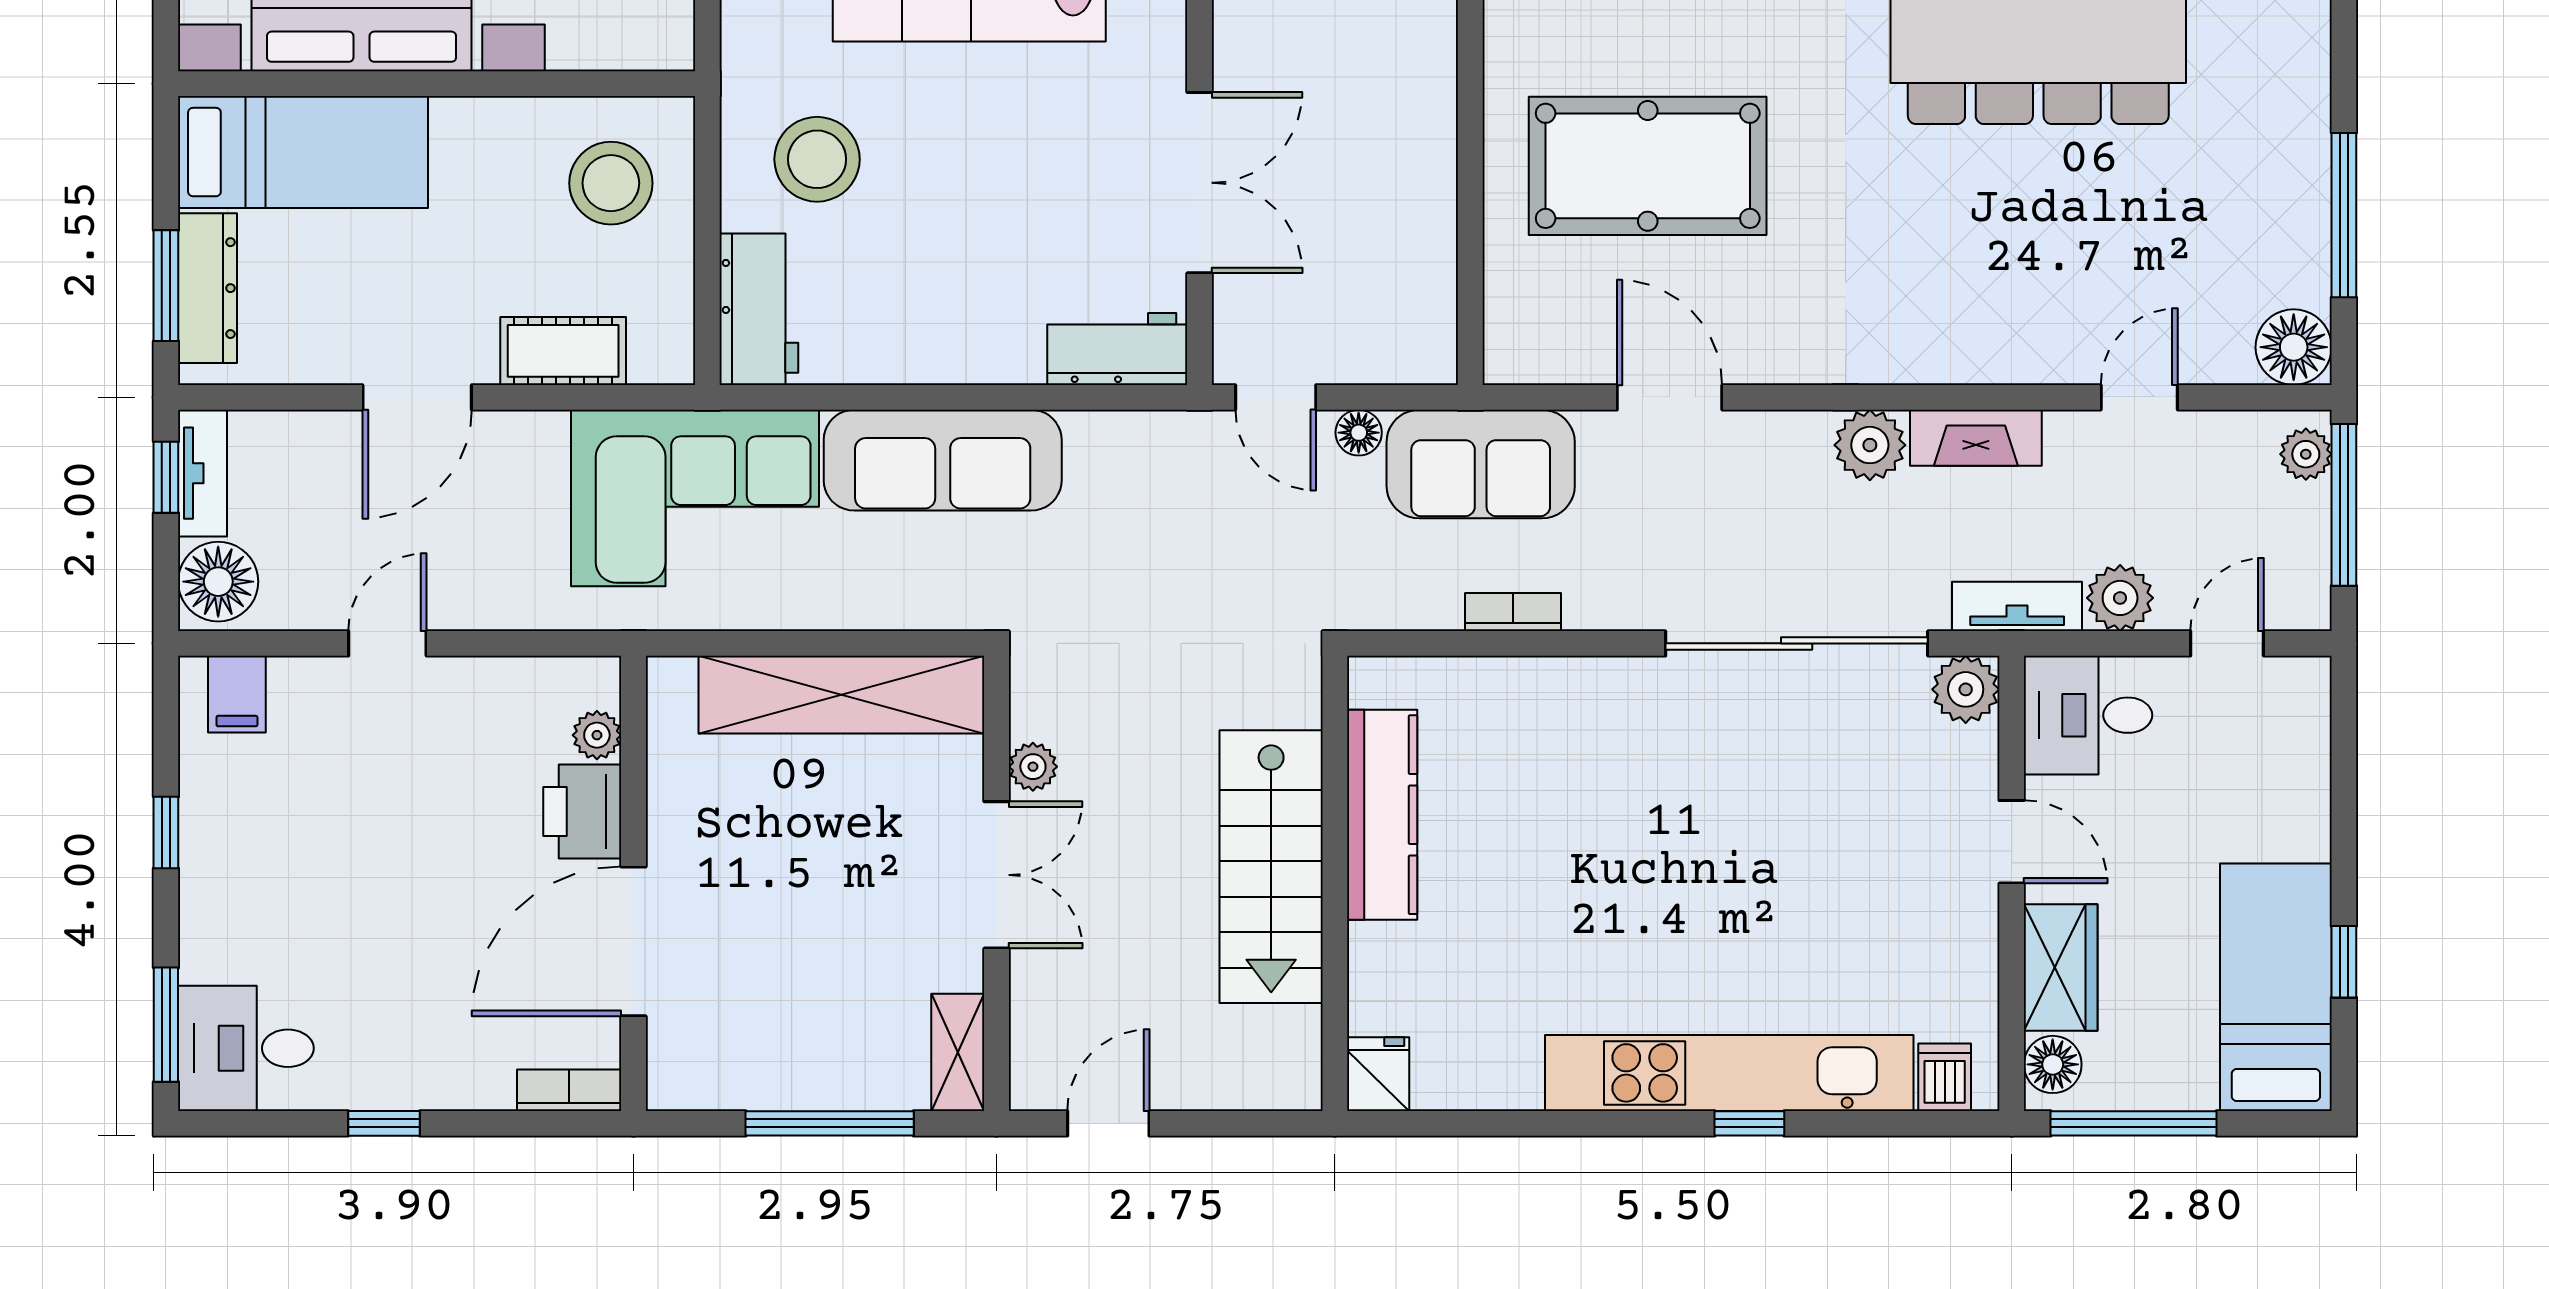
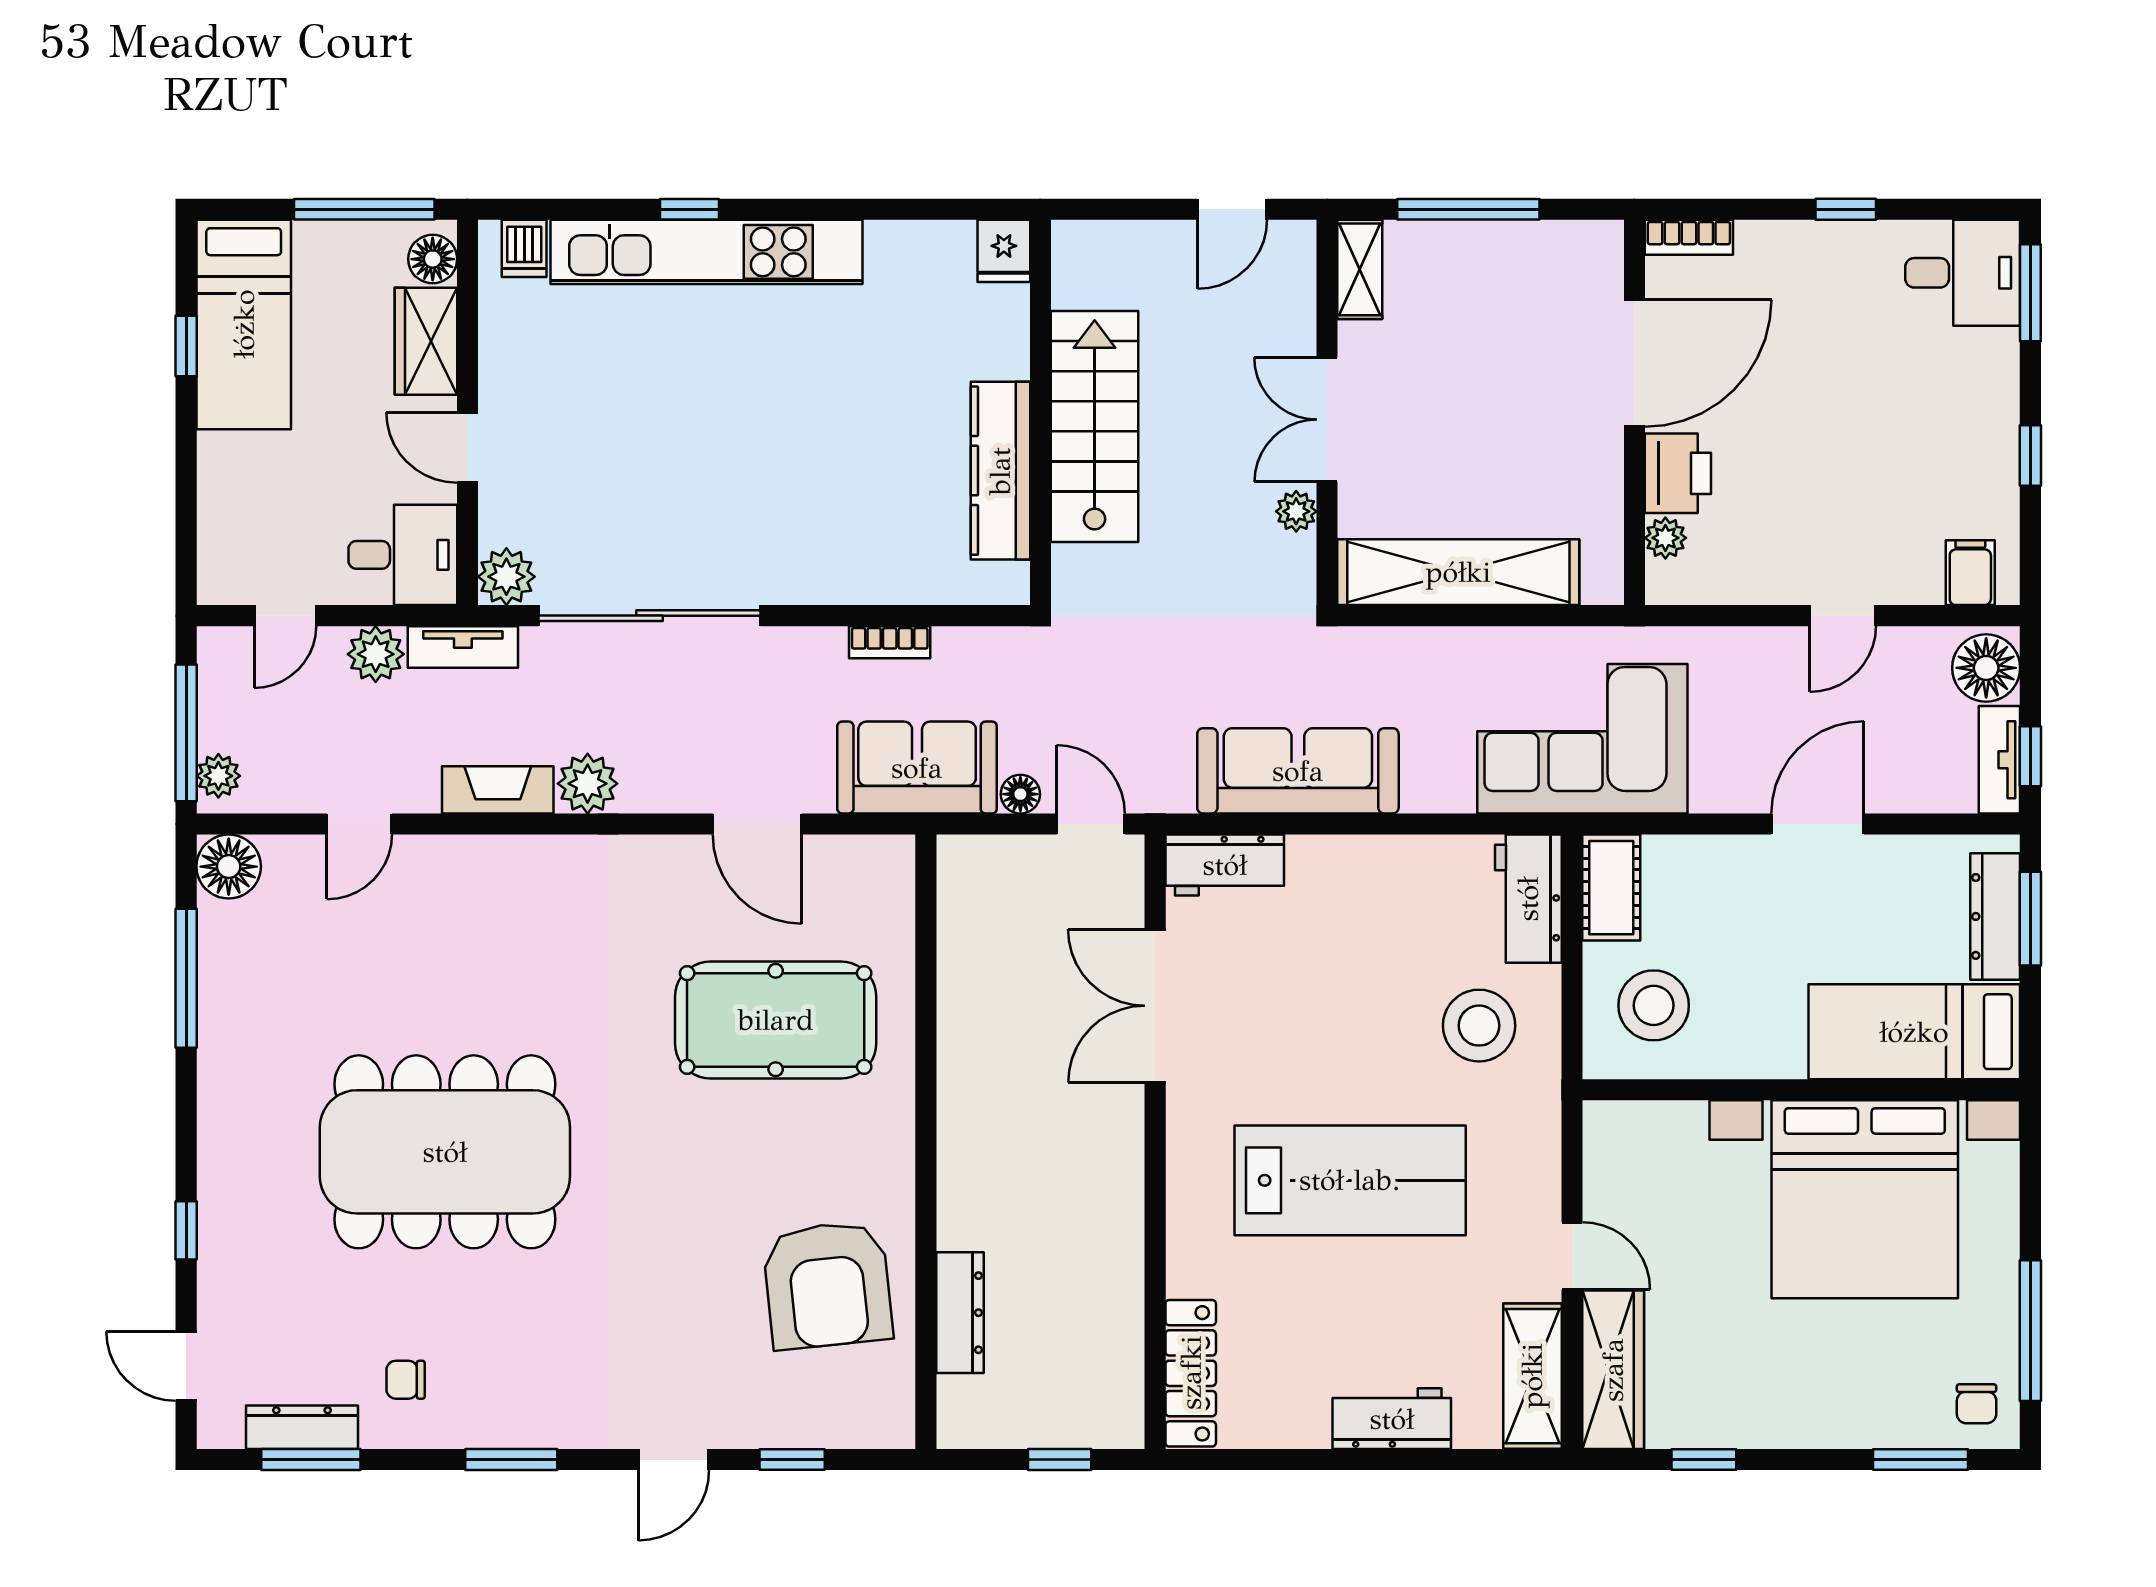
cot: (563, 351) -> (1611, 888), moved, turned 90
sofa: (943, 460) -> (1298, 771), moved

